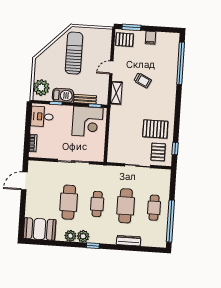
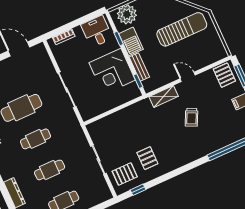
corner desk: (88, 122) -> (112, 71), moved
pallet: (155, 129) -> (147, 158), width x0.67, depth x0.71
cafe table: (126, 206) -> (50, 170), width x0.73, depth x0.74

